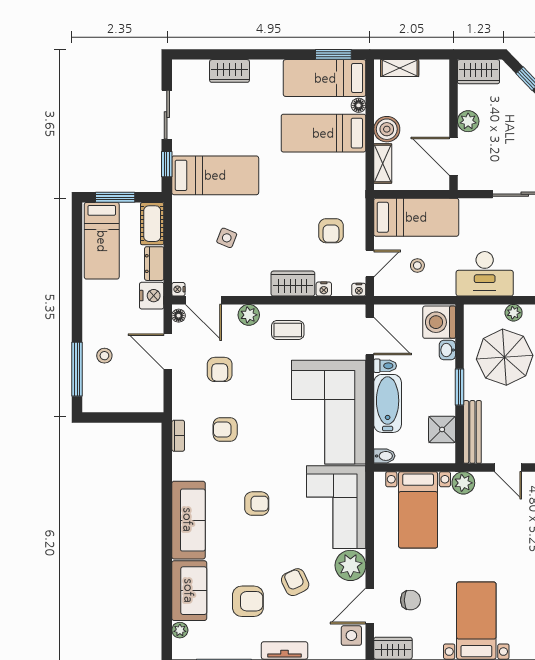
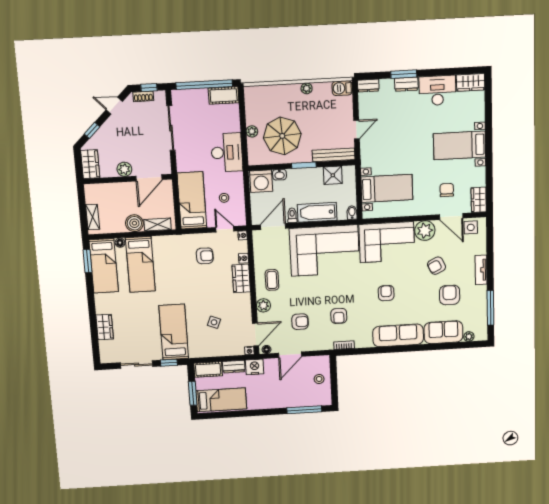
stool: (104, 356) -> (319, 379), moved
plant: (463, 483) -> (368, 159), removed

